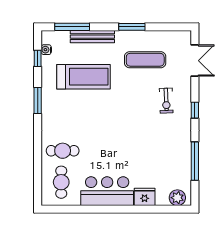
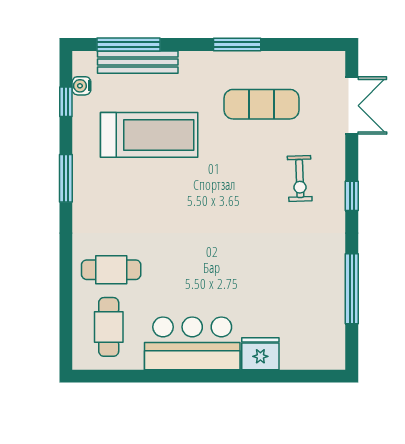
bench: (92, 37) -> (138, 62), moved
plant: (177, 198) -> (320, 355), removed

